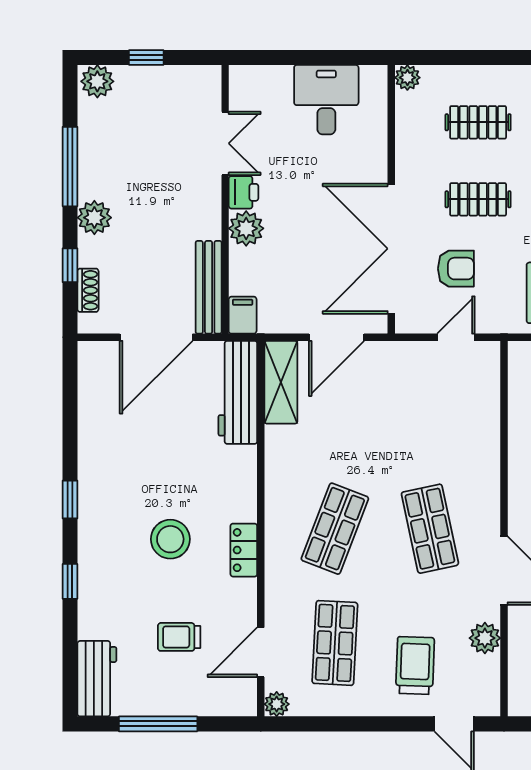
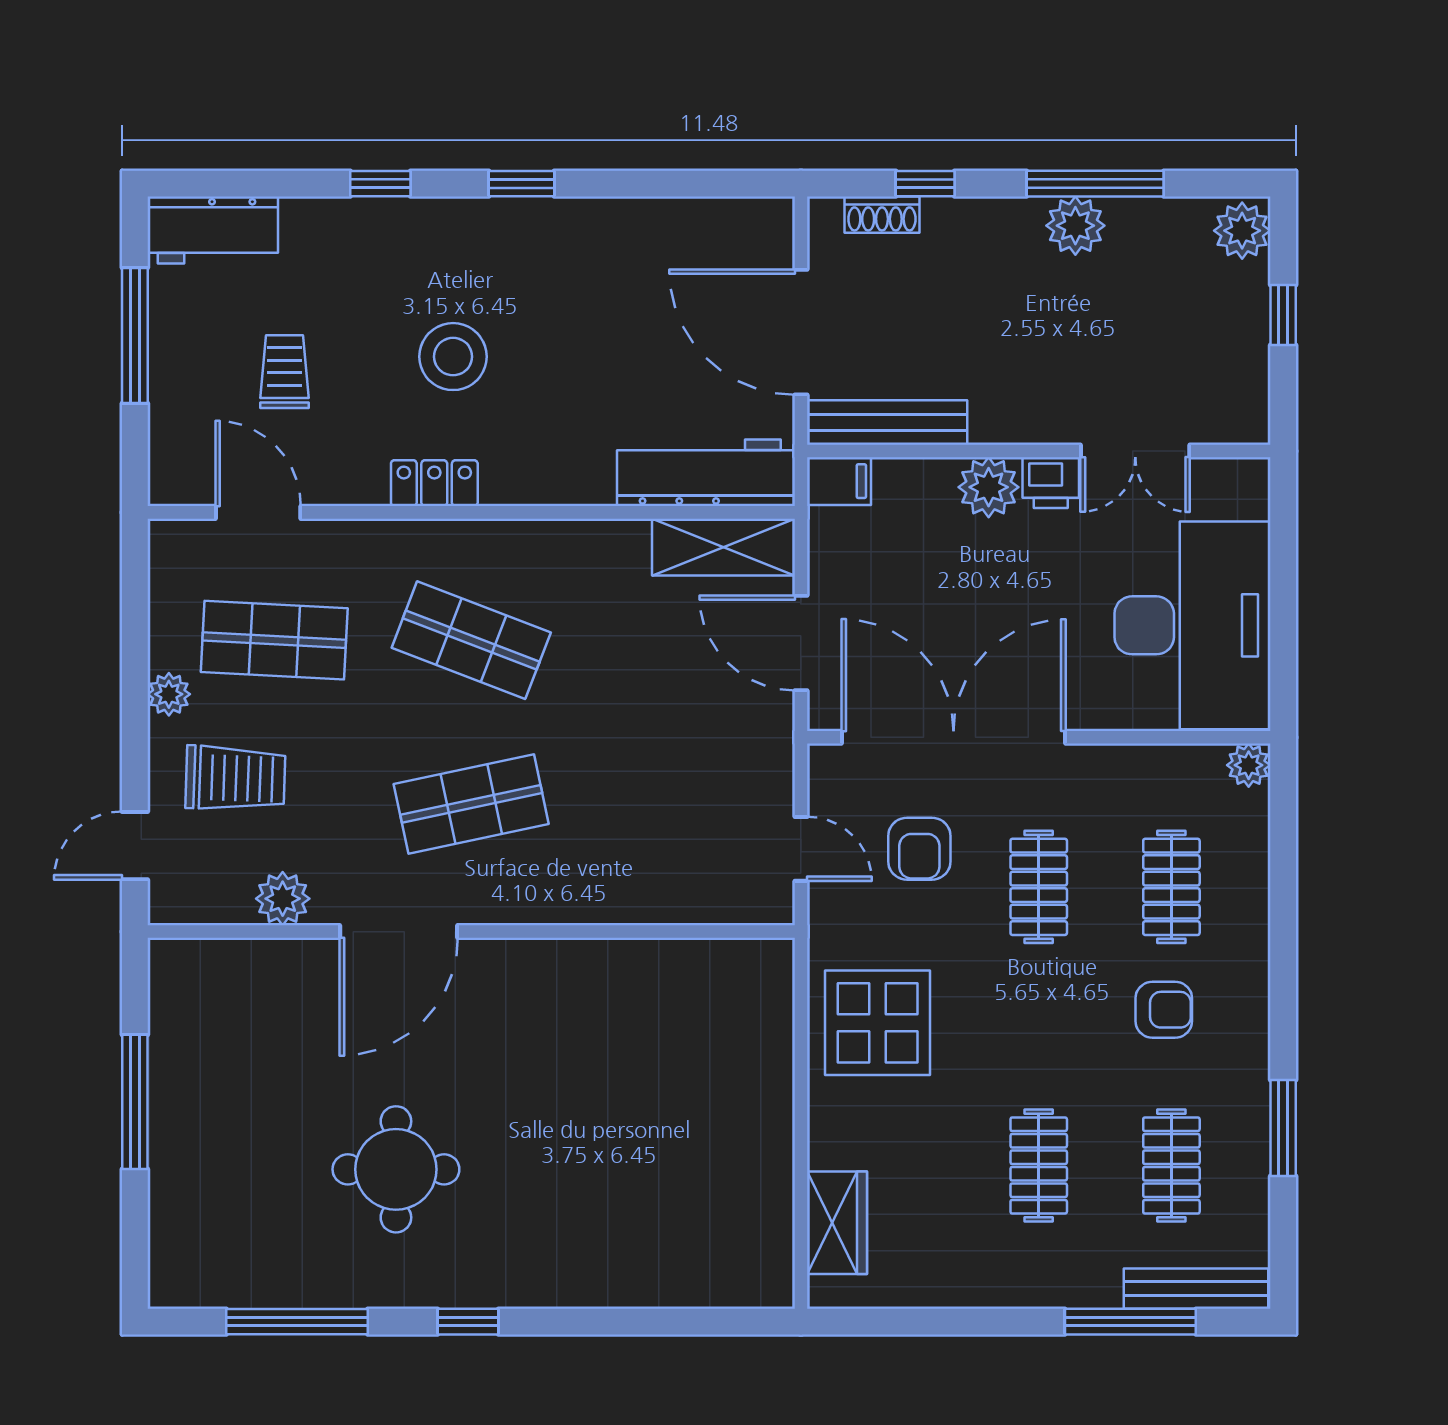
desk: (326, 100) -> (1192, 625), width x1.87, depth x1.30
plant: (94, 218) -> (1075, 226), moved
plant: (277, 704) -> (169, 694), moved

